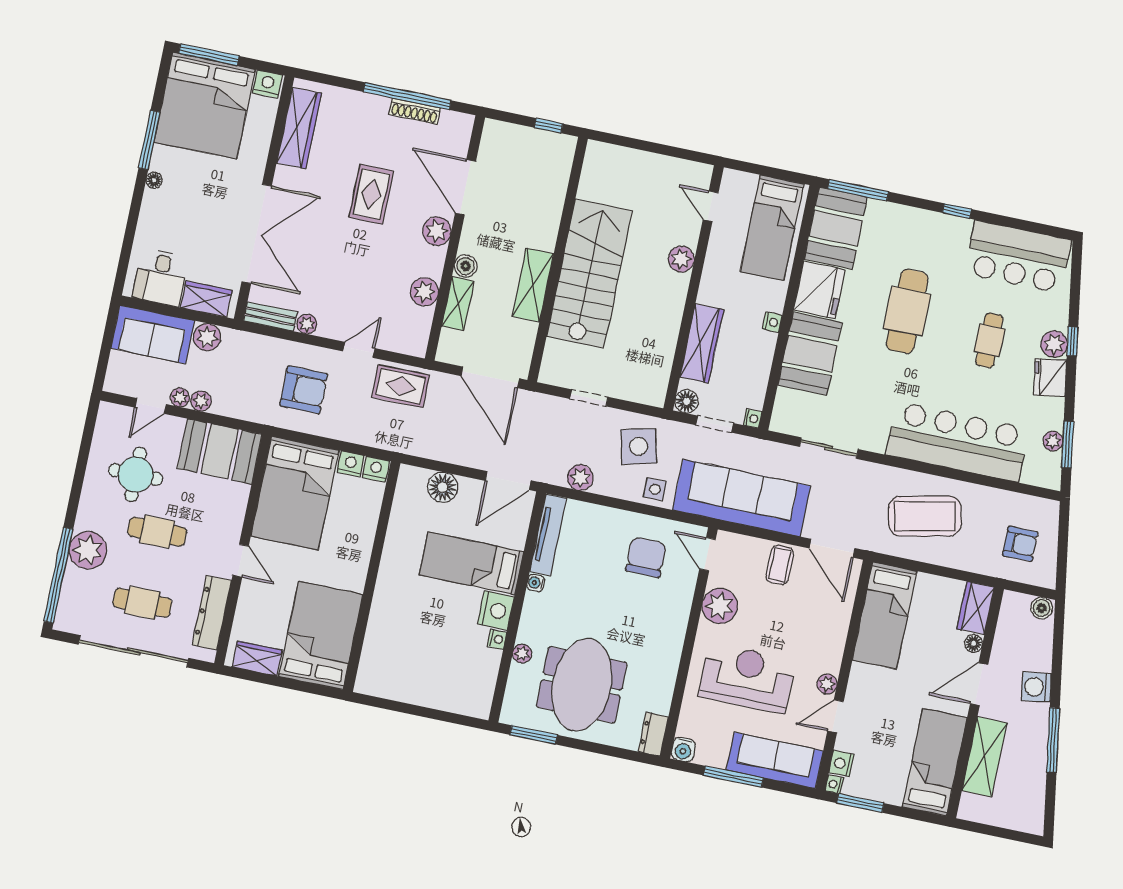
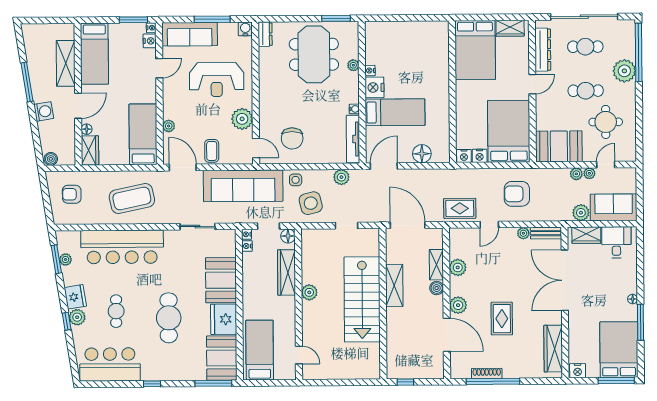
bed: (205, 106) -> (619, 350), width x0.73
plant: (681, 259) -> (309, 292), moved
nightstand: (772, 322) -> (247, 246), moved
door: (241, 561) -> (532, 84), swing flipped
plant: (827, 684) -> (169, 126), moved

